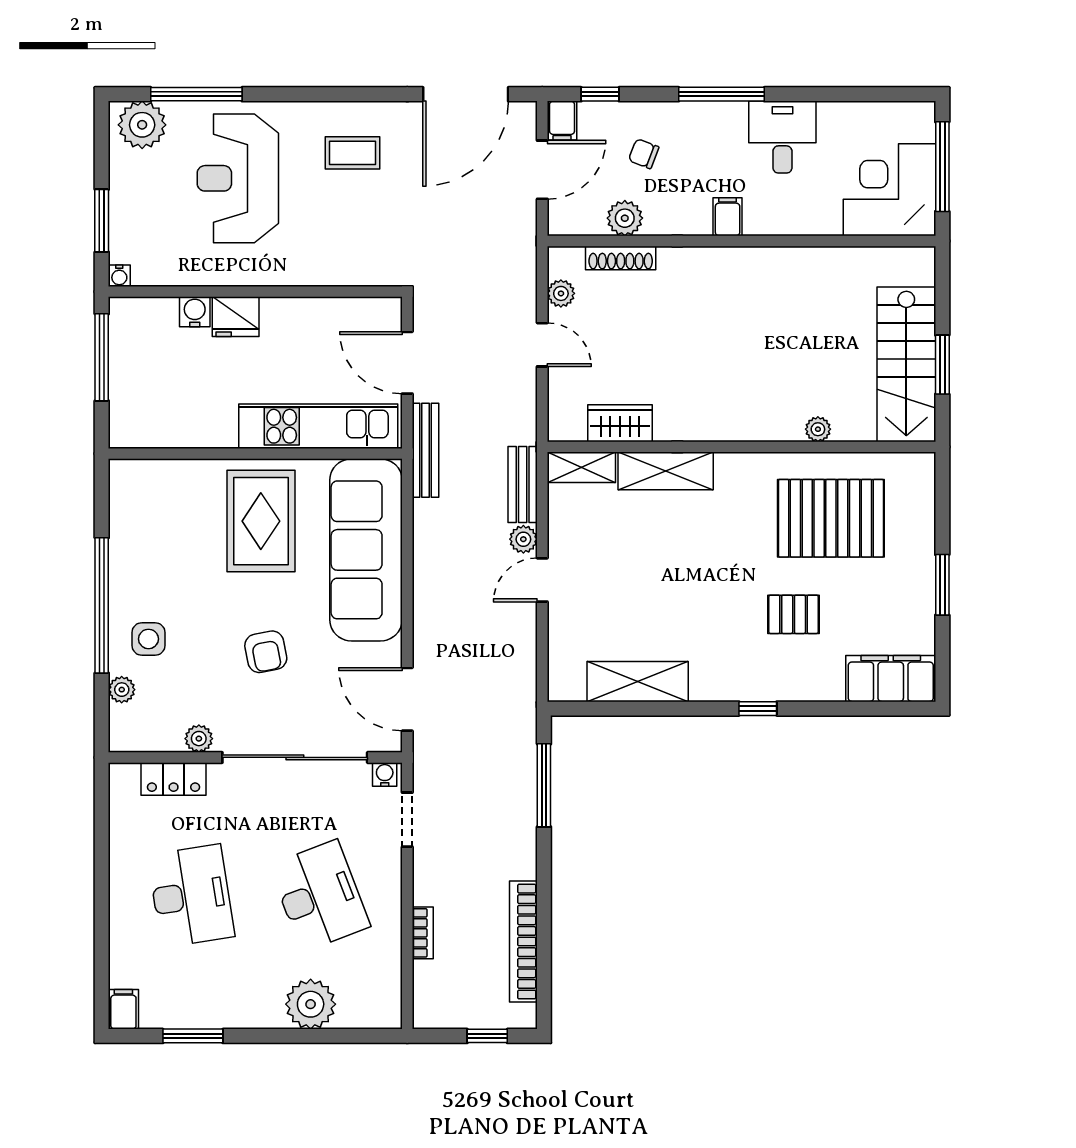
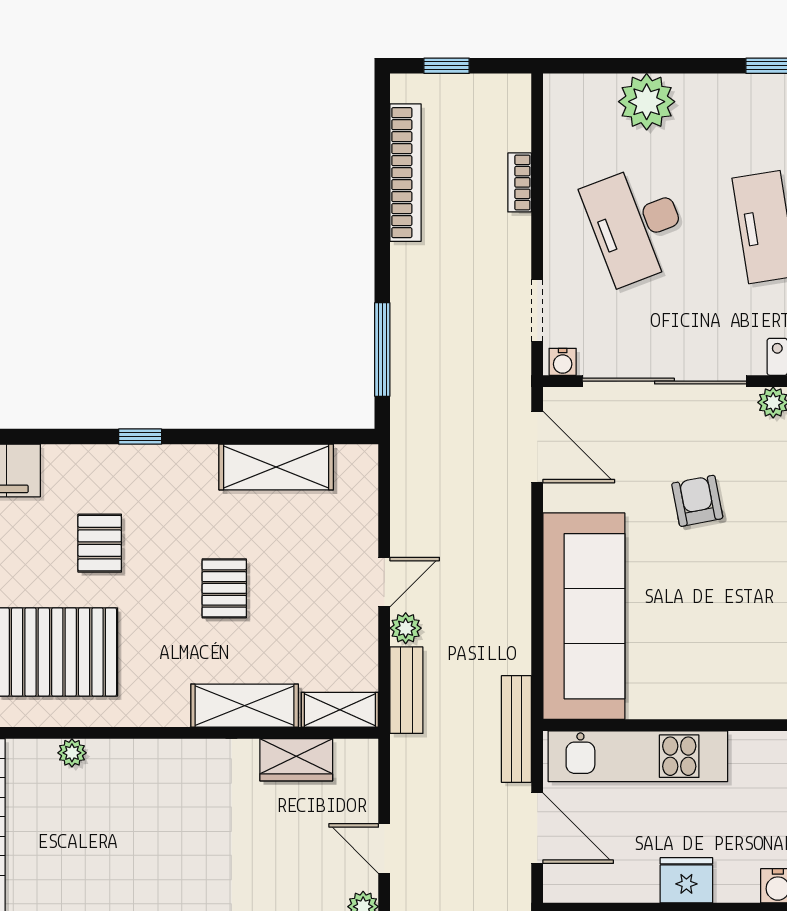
fridge: (236, 317) -> (686, 880), moved
rug: (261, 521) -> (703, 649), removed
pallet: (683, 574) -> (224, 588), added
pallet: (794, 614) -> (100, 543), turned 90

